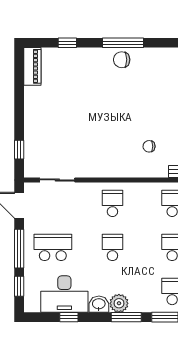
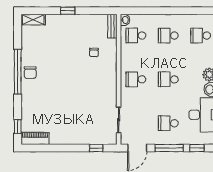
window: (67, 43) -> (18, 127), moved
window: (123, 43) -> (18, 72), width x1.46
school desk: (53, 247) -> (168, 123), width x0.54

